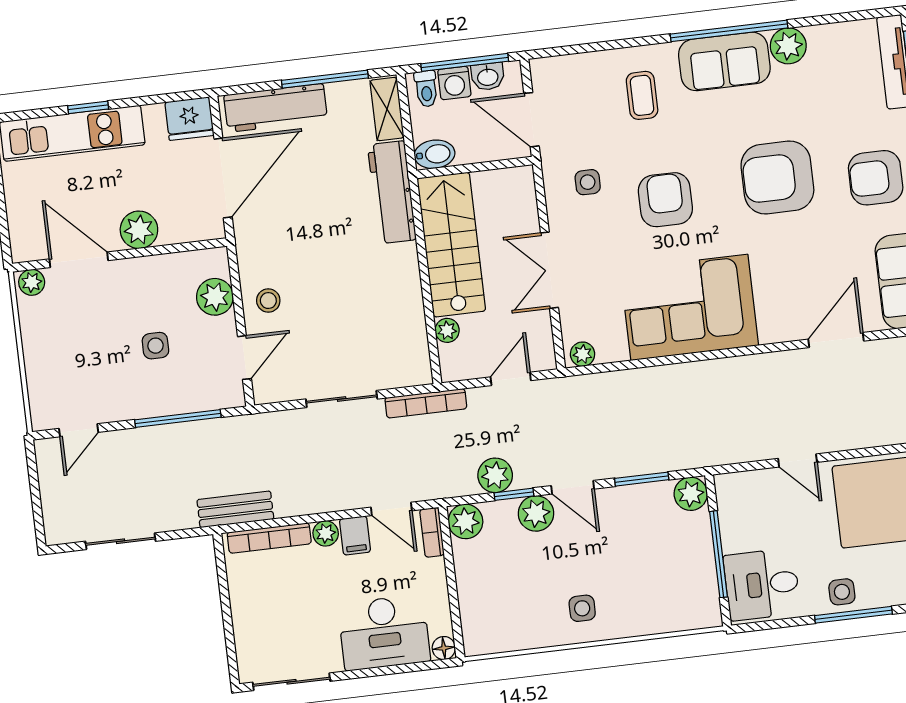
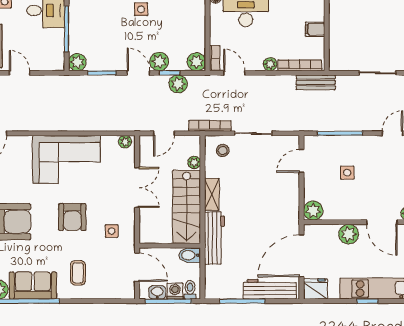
shelving: (387, 109) -> (212, 194), moved
plant: (215, 297) -> (313, 211), moved
stool: (268, 301) -> (223, 150), moved
filing cabinet: (355, 536) -> (315, 29), moved, turned -90

